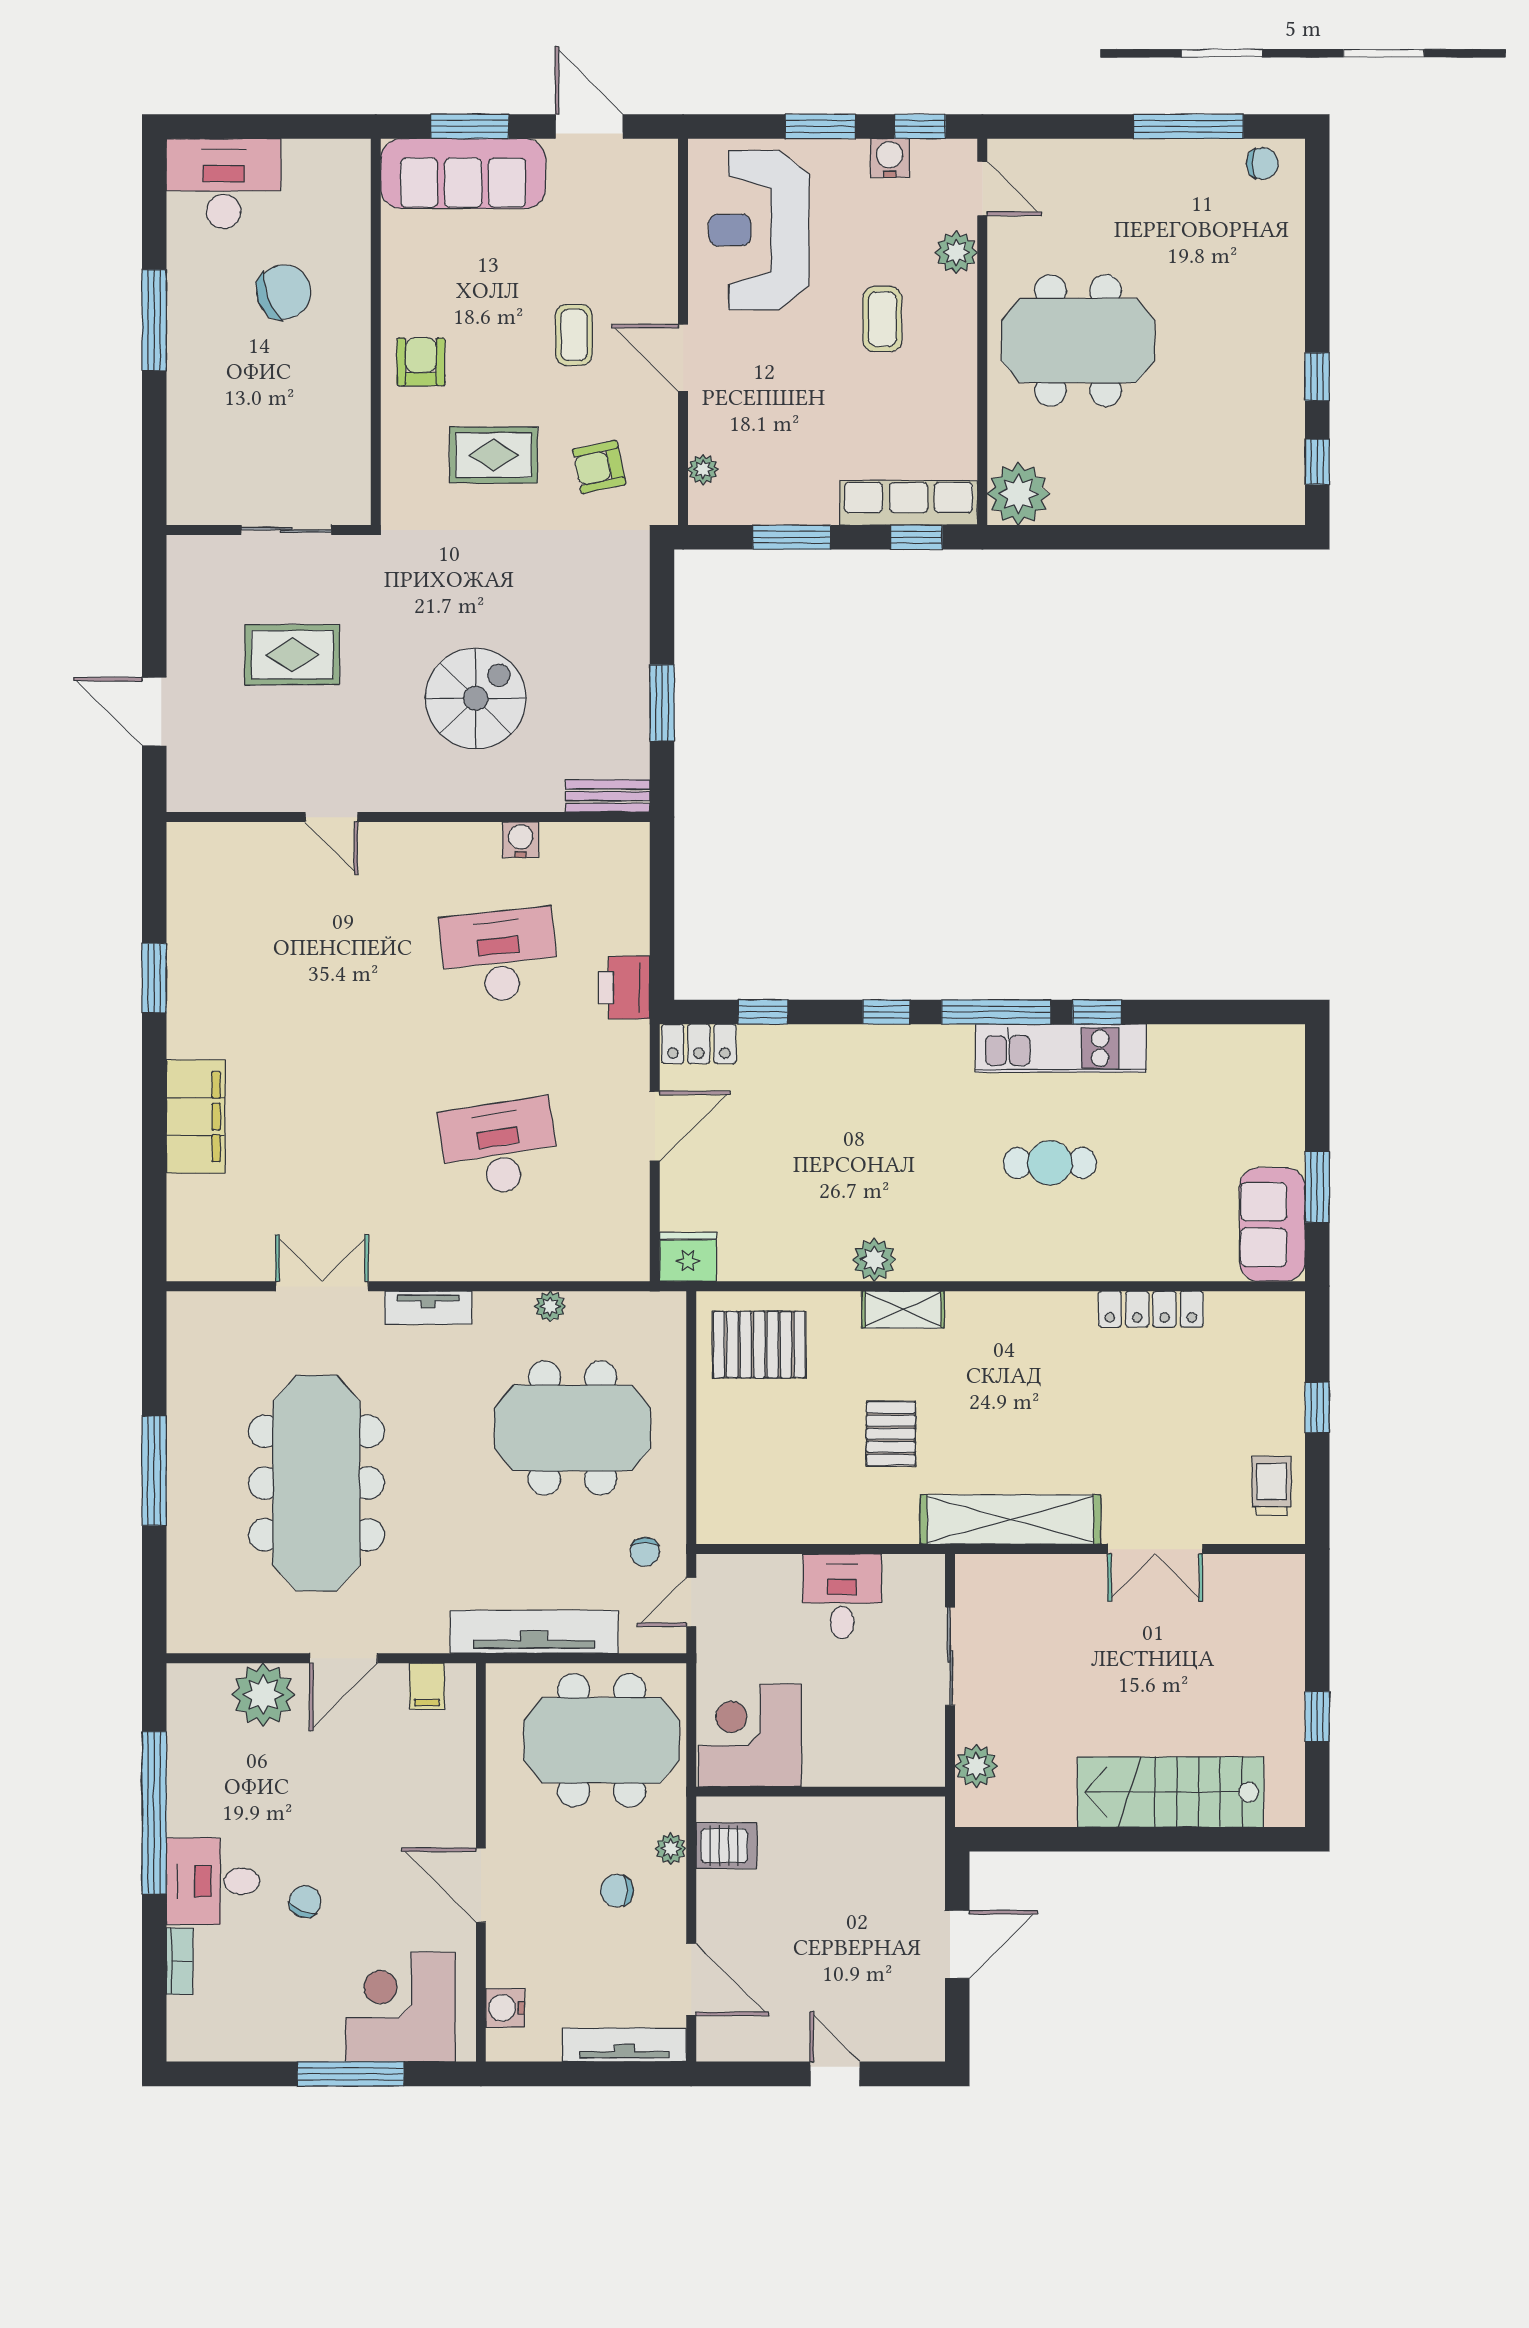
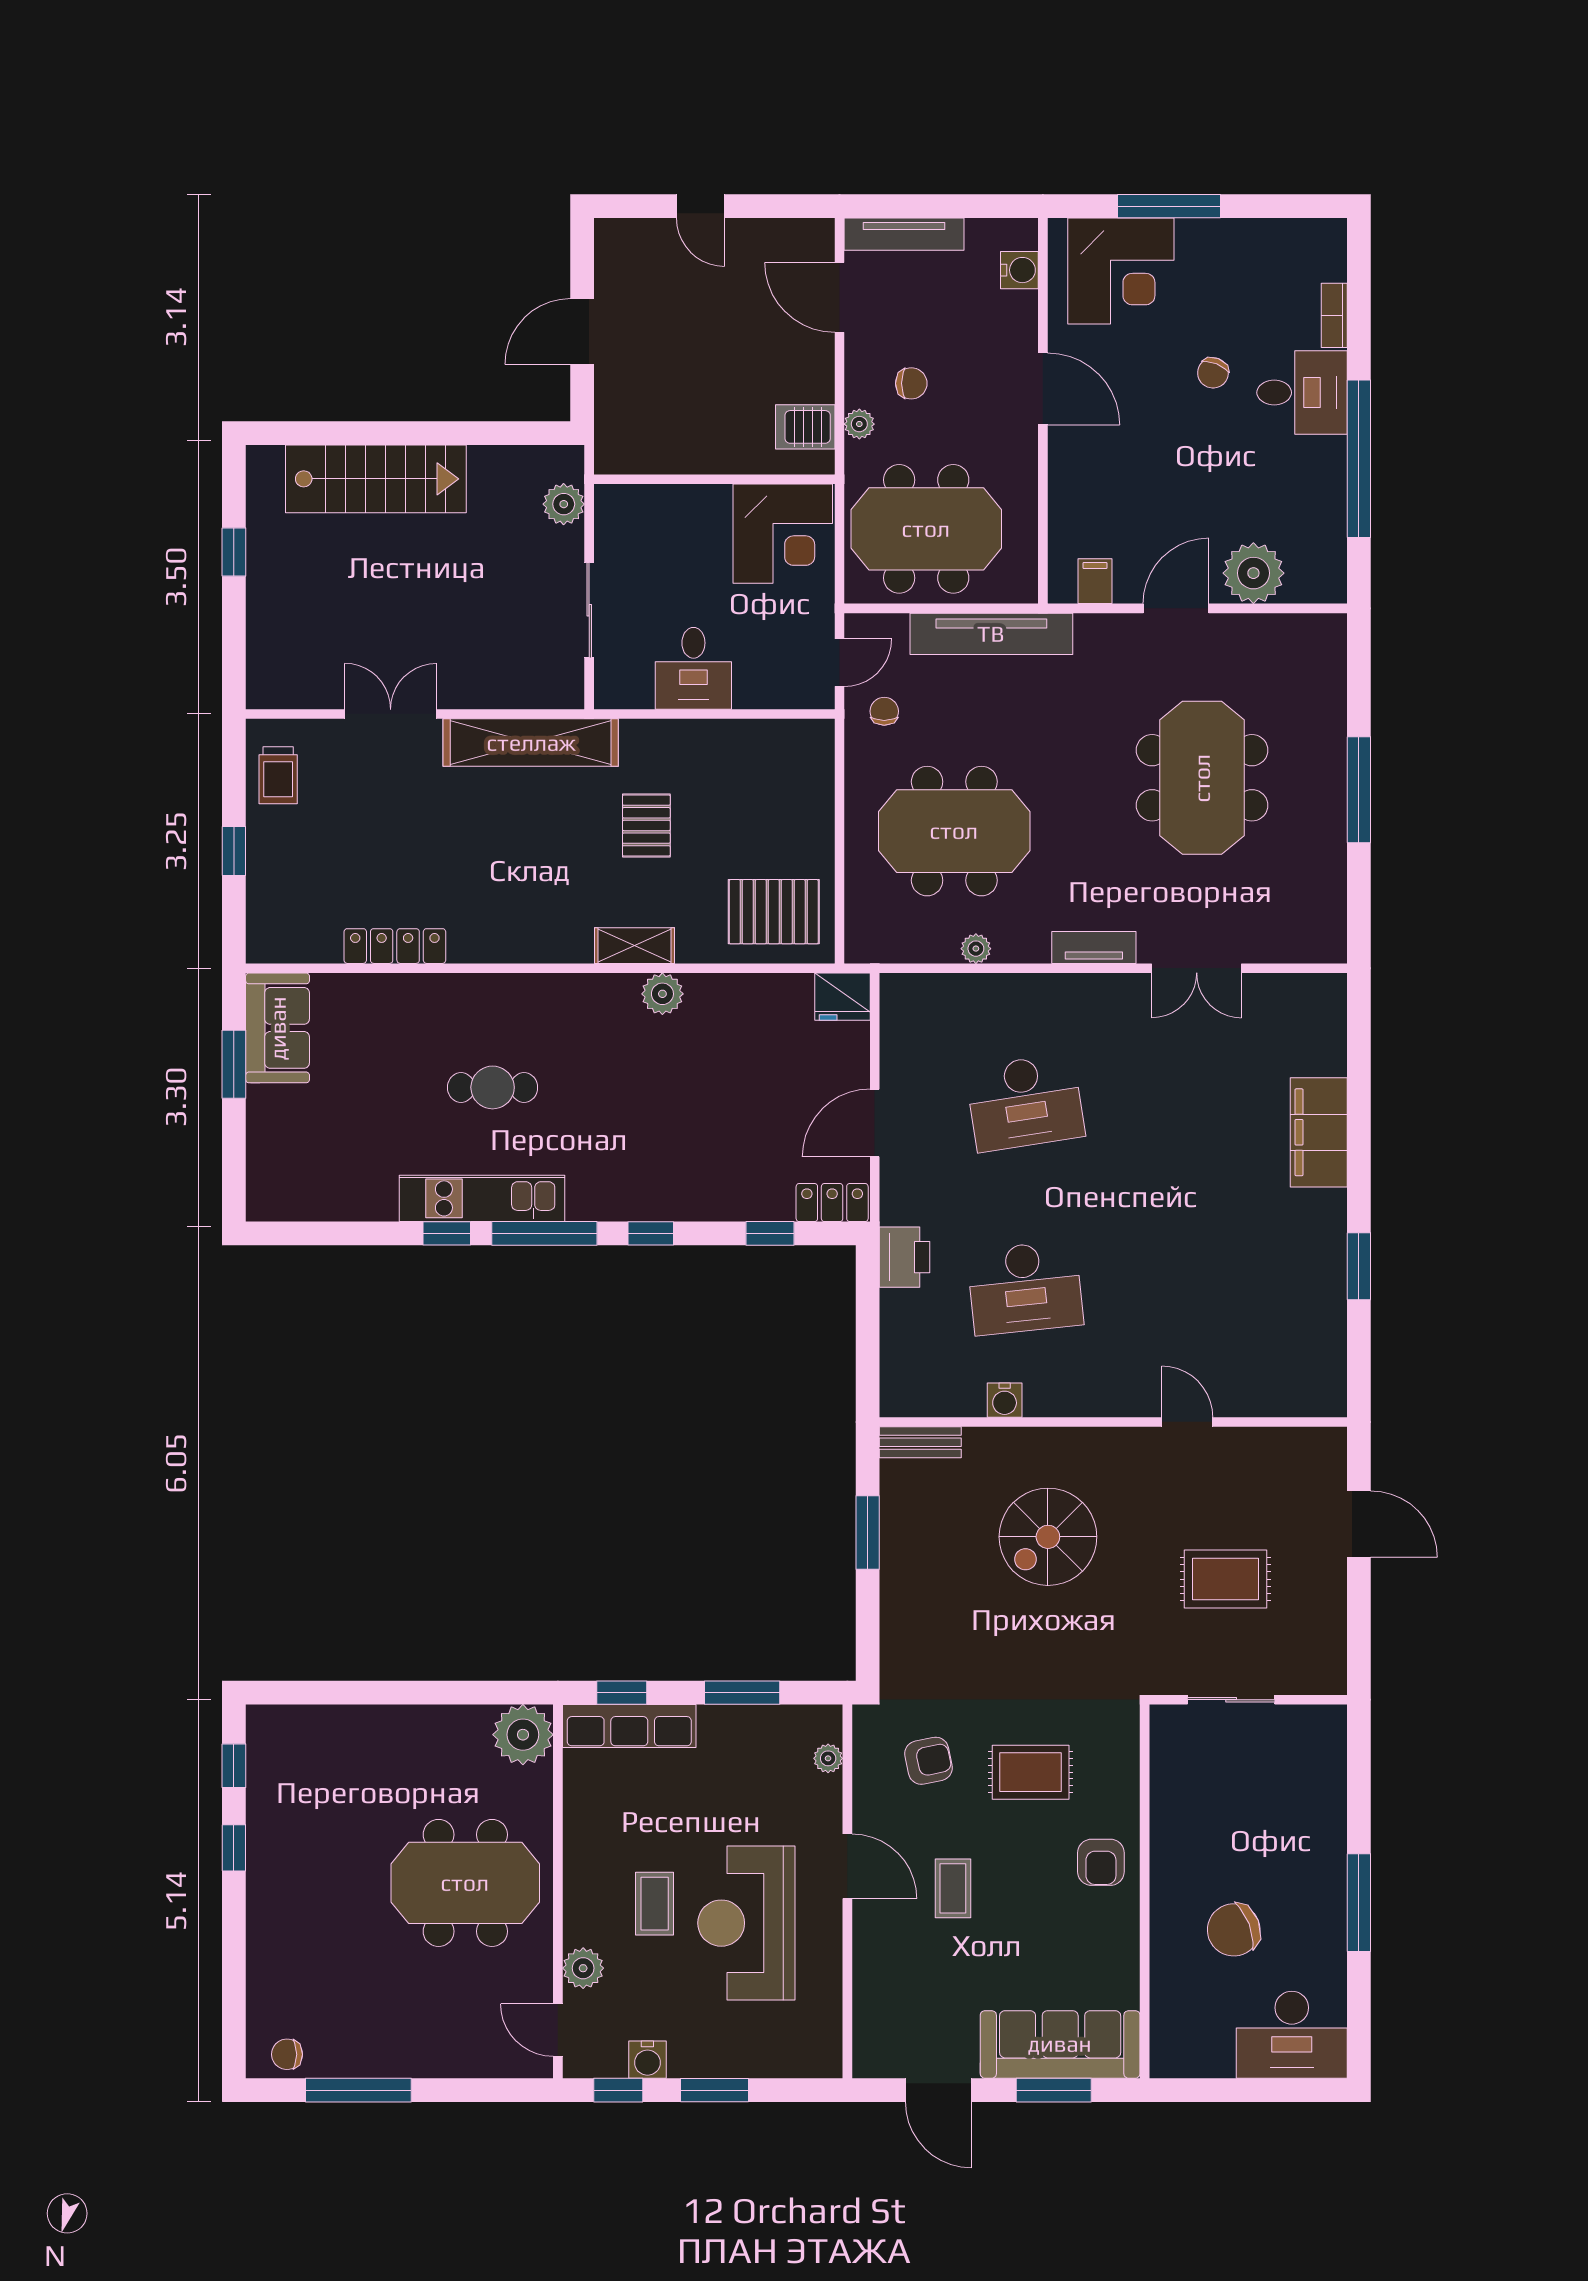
reception desk: (759, 230) -> (746, 1923), moved, turned 180
meeting table: (316, 1483) -> (1202, 778), width x0.73

